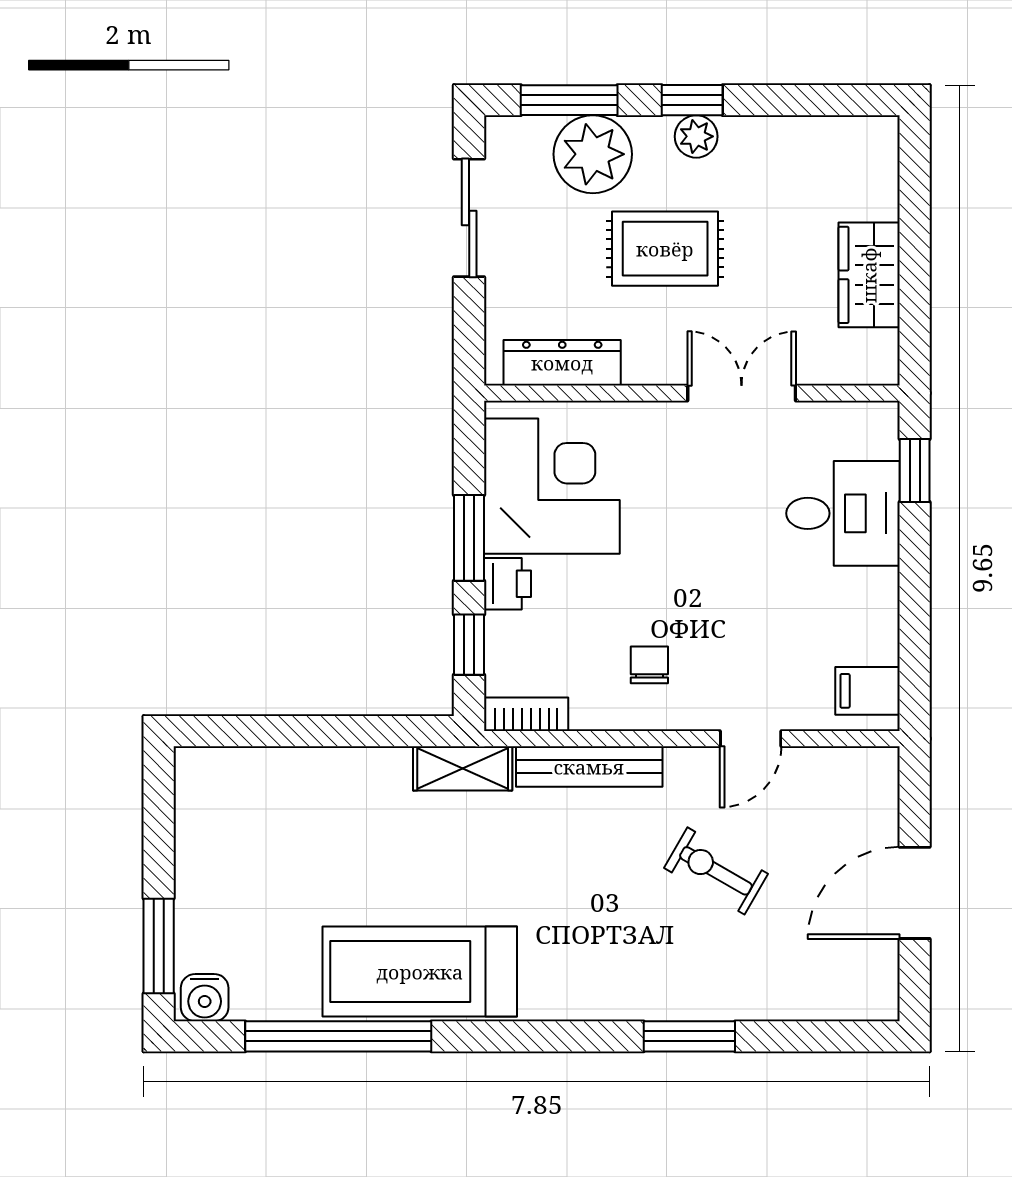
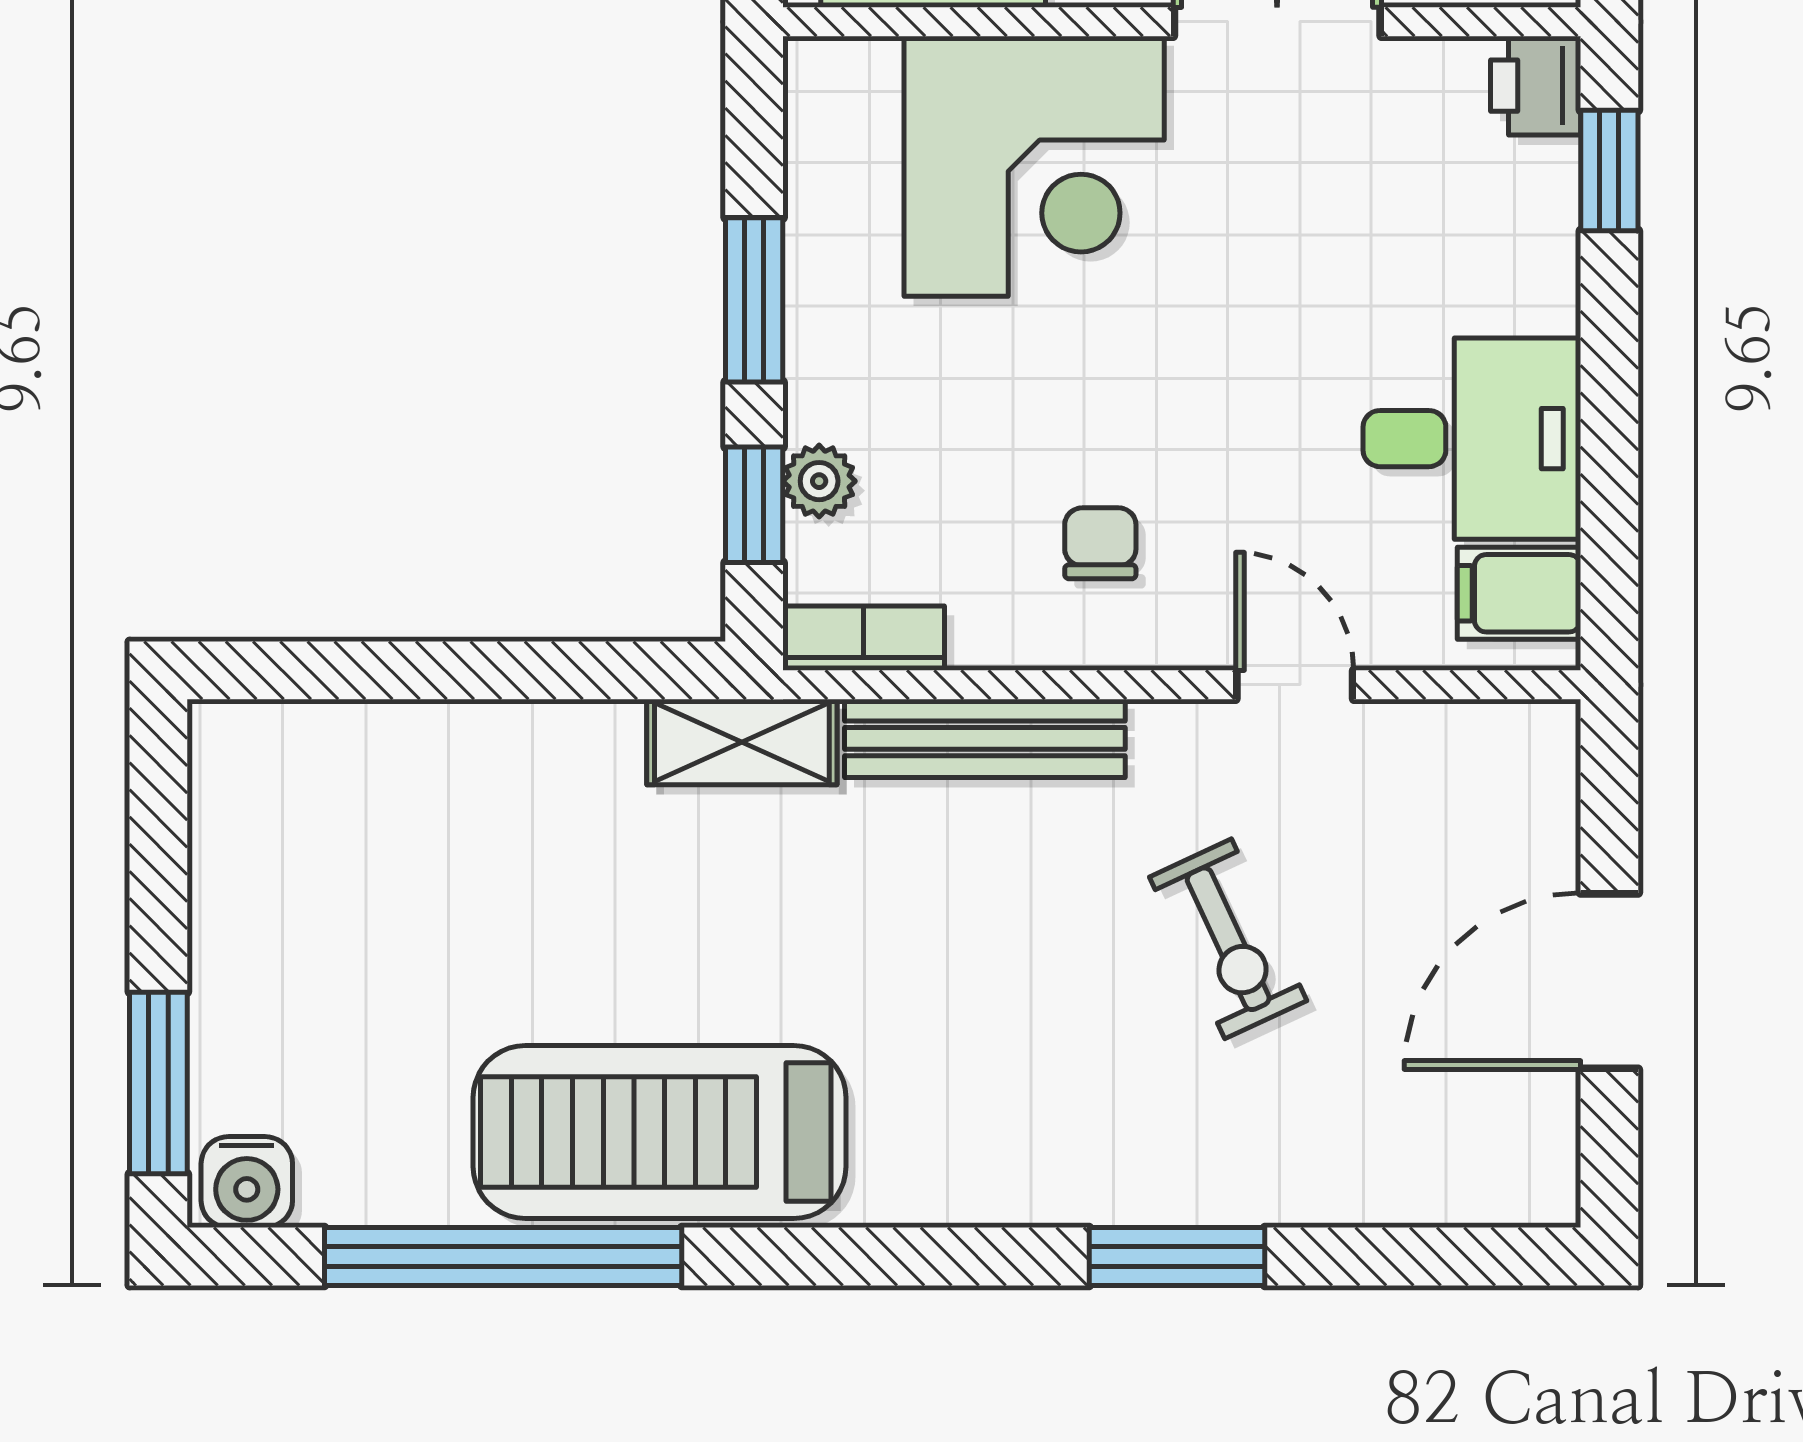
corner desk: (552, 486) -> (1034, 166), moved, turned 90
desk: (843, 513) -> (1472, 439), moved
printer: (507, 584) -> (1536, 86), moved, turned 180
plant: (503, 632) -> (819, 481), added
door: (751, 739) -> (1295, 685), swing flipped
exercise bike: (716, 871) -> (1228, 939), turned -145

